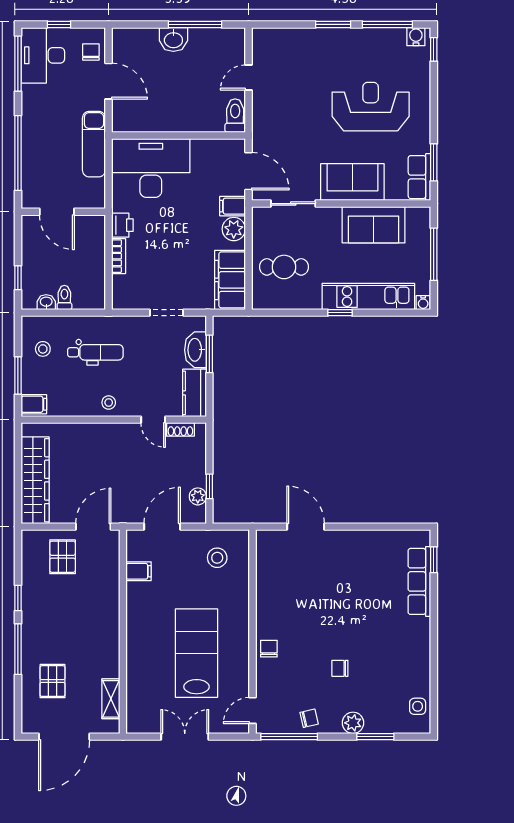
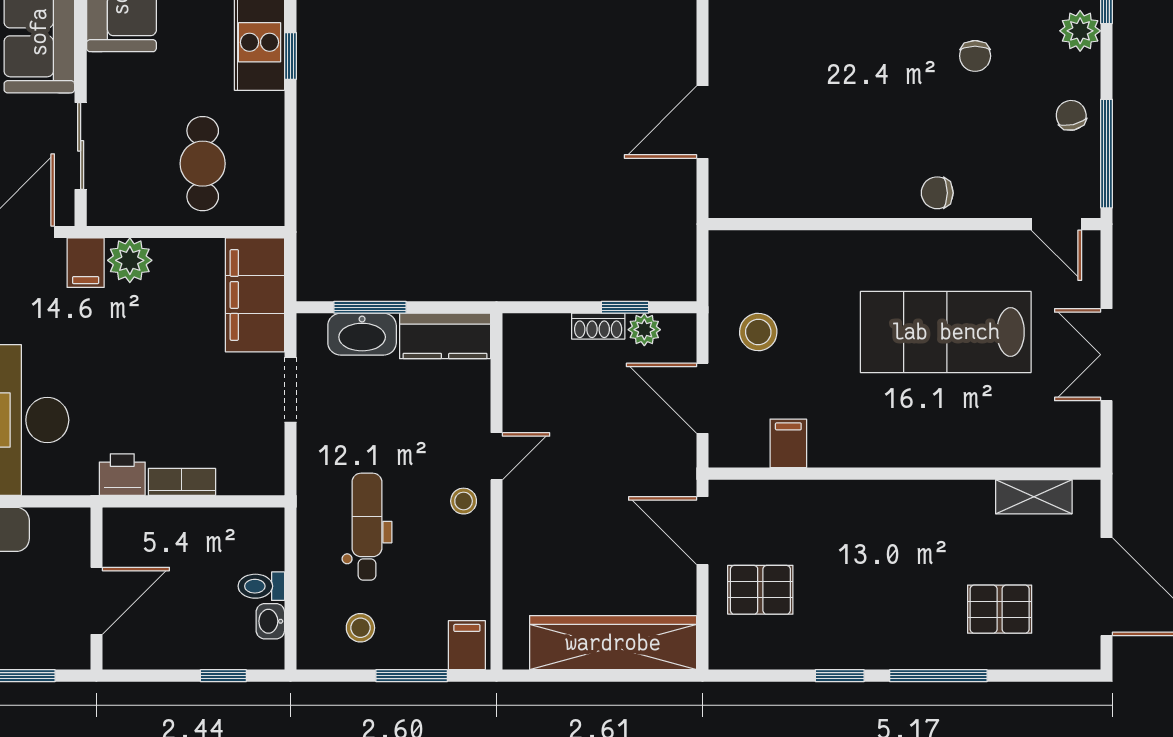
filing cabinet: (230, 280) -> (255, 295), moved, turned 90
door: (153, 420) -> (497, 456), moved
shoe rack: (180, 429) -> (598, 326), moved, turned 90
stool: (217, 558) -> (758, 332), moved

